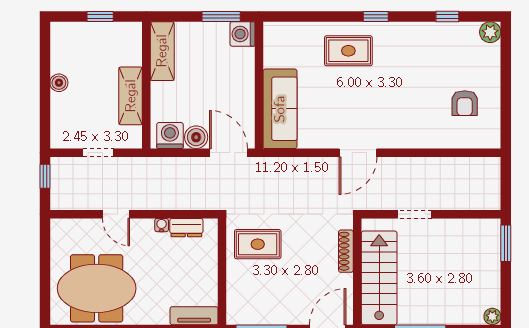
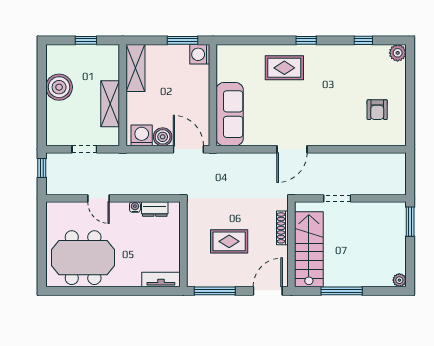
boiler: (59, 83) -> (59, 87), width x1.86, depth x1.86
rug: (258, 244) -> (229, 241), moved

